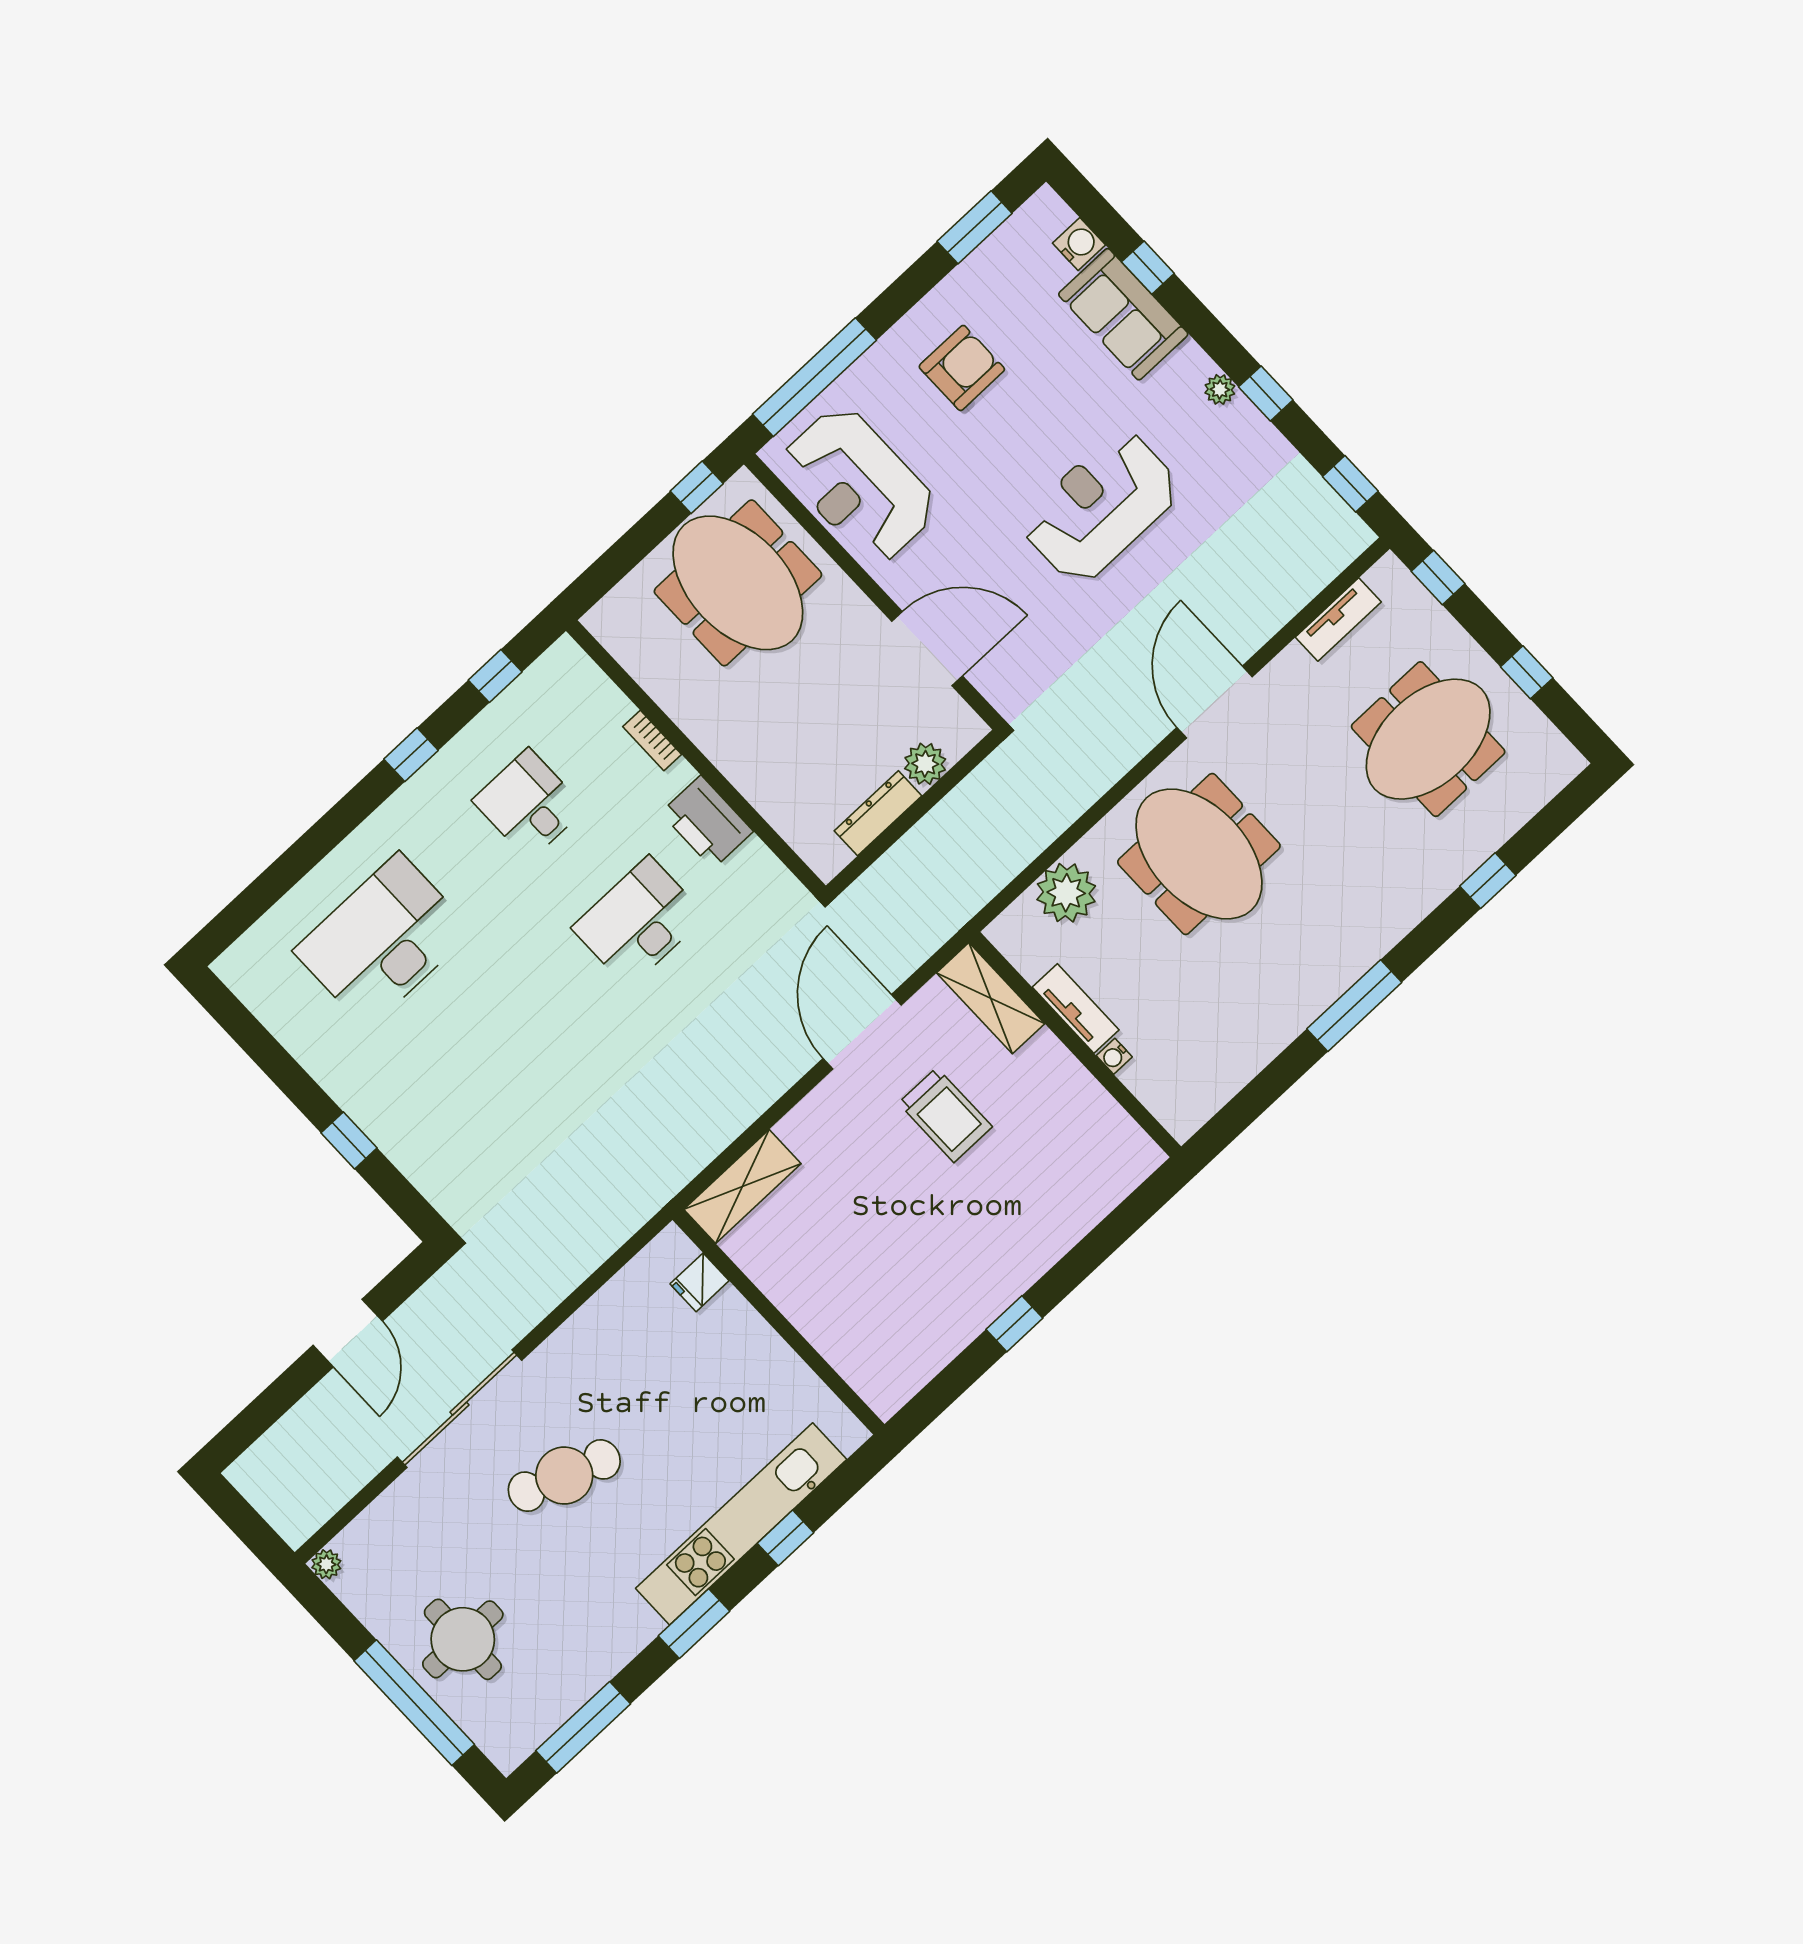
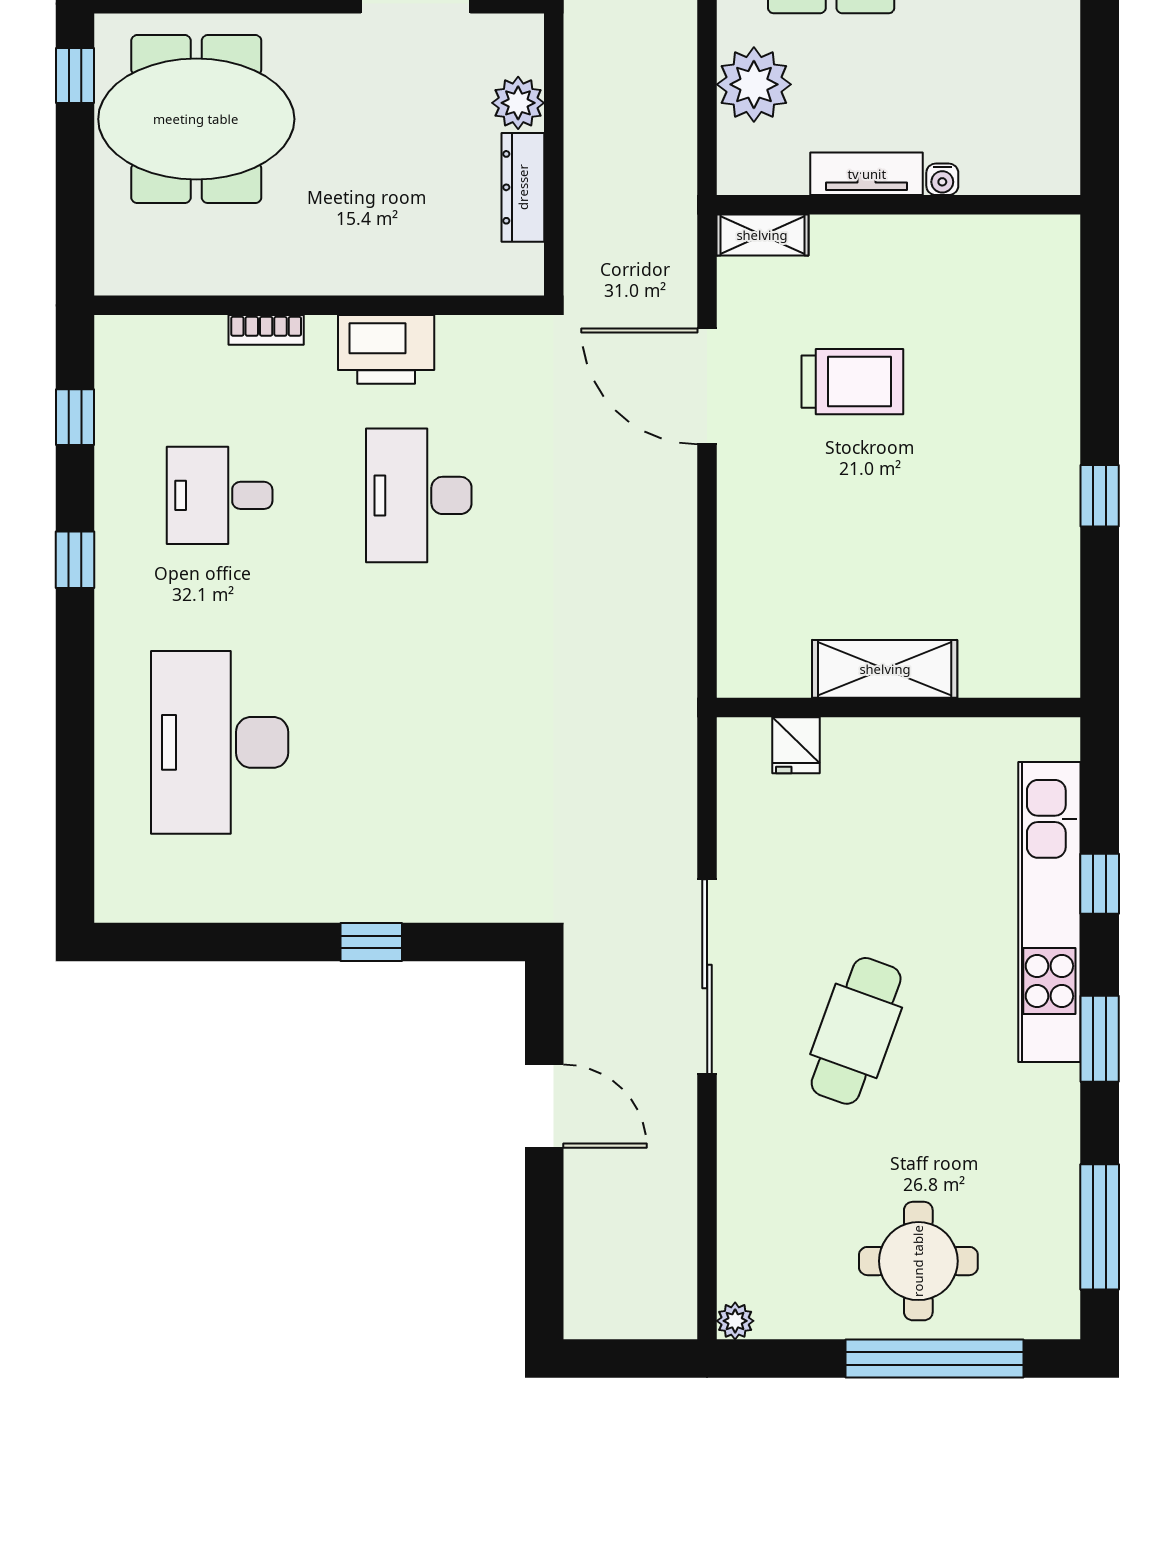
shelving: (991, 998) -> (762, 235), width x0.67, depth x0.75
shelving: (742, 1186) -> (885, 669), moved, turned 90
sliding door: (459, 1409) -> (707, 977), moved

